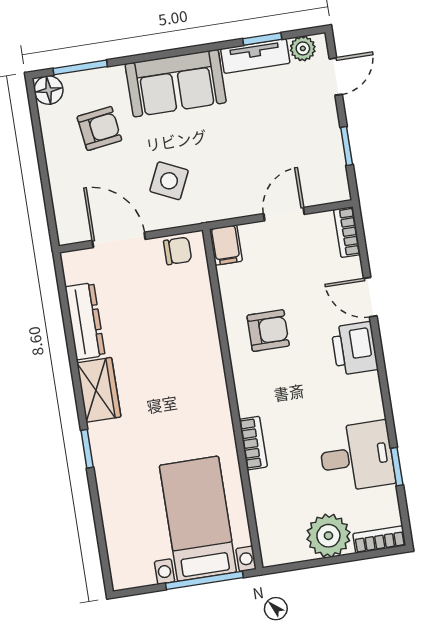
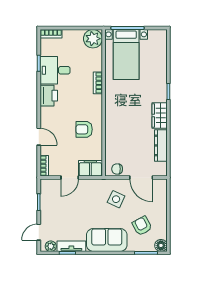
armchair: (99, 128) -> (142, 226), turned 70
filing cabinet: (226, 245) -> (90, 168), width x2.00
printer: (355, 348) -> (49, 96), moved
plant: (328, 536) -> (93, 39), moved

